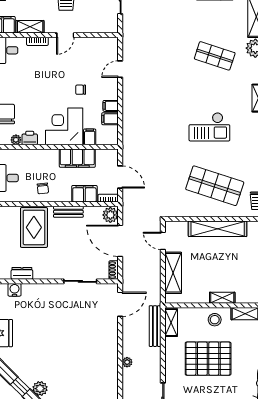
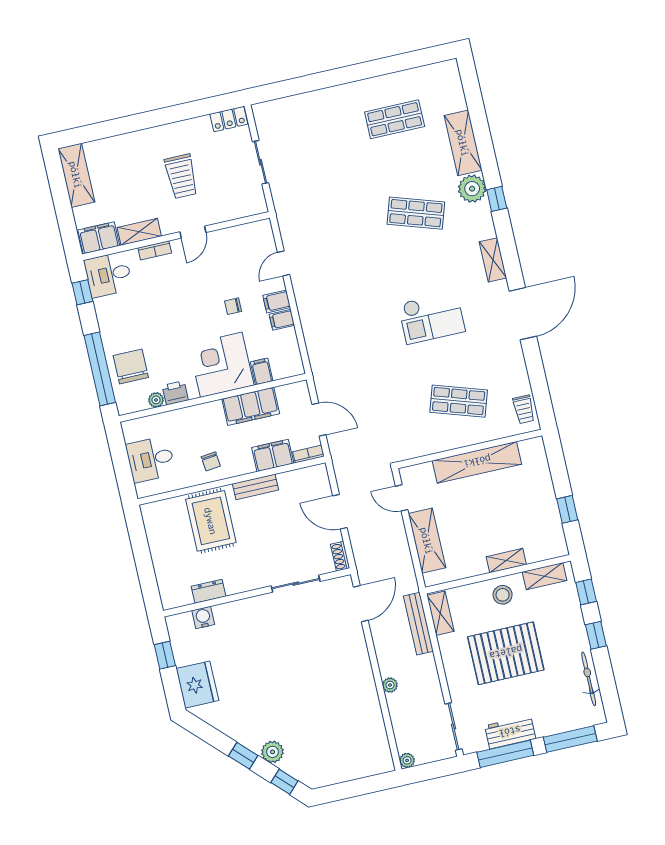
filing cabinet: (110, 119) -> (277, 301), moved
shop shelf: (215, 186) -> (459, 401), width x0.70, depth x0.74
plant: (110, 215) -> (317, 478), removed
door: (120, 241) -> (340, 512), width x0.73

